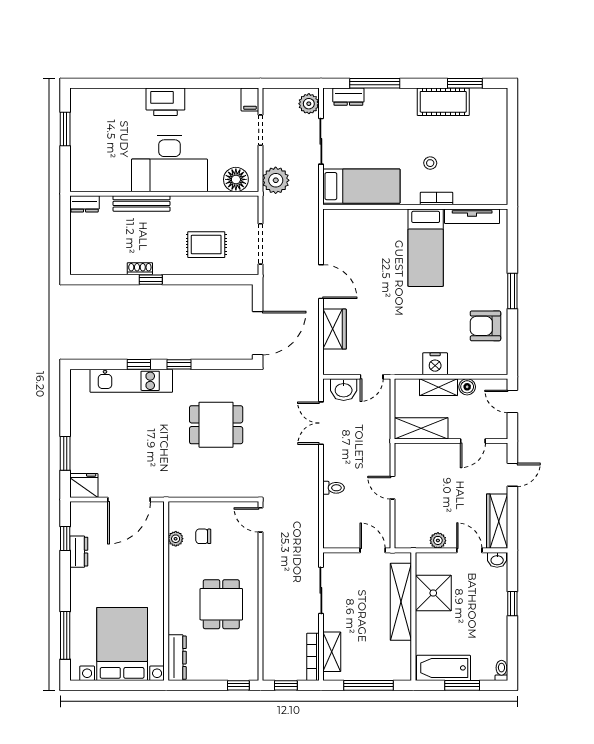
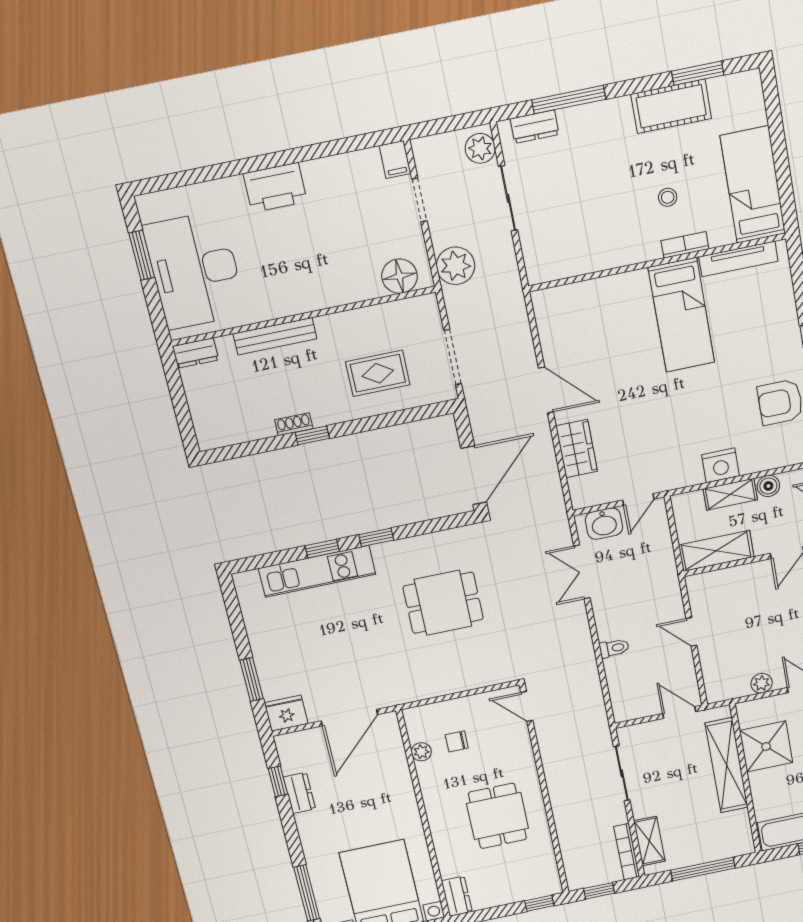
desk: (169, 163) -> (195, 270), moved, turned 90
bed: (361, 186) -> (753, 185), moved, turned -90
dresser: (177, 658) -> (457, 896), width x0.70

